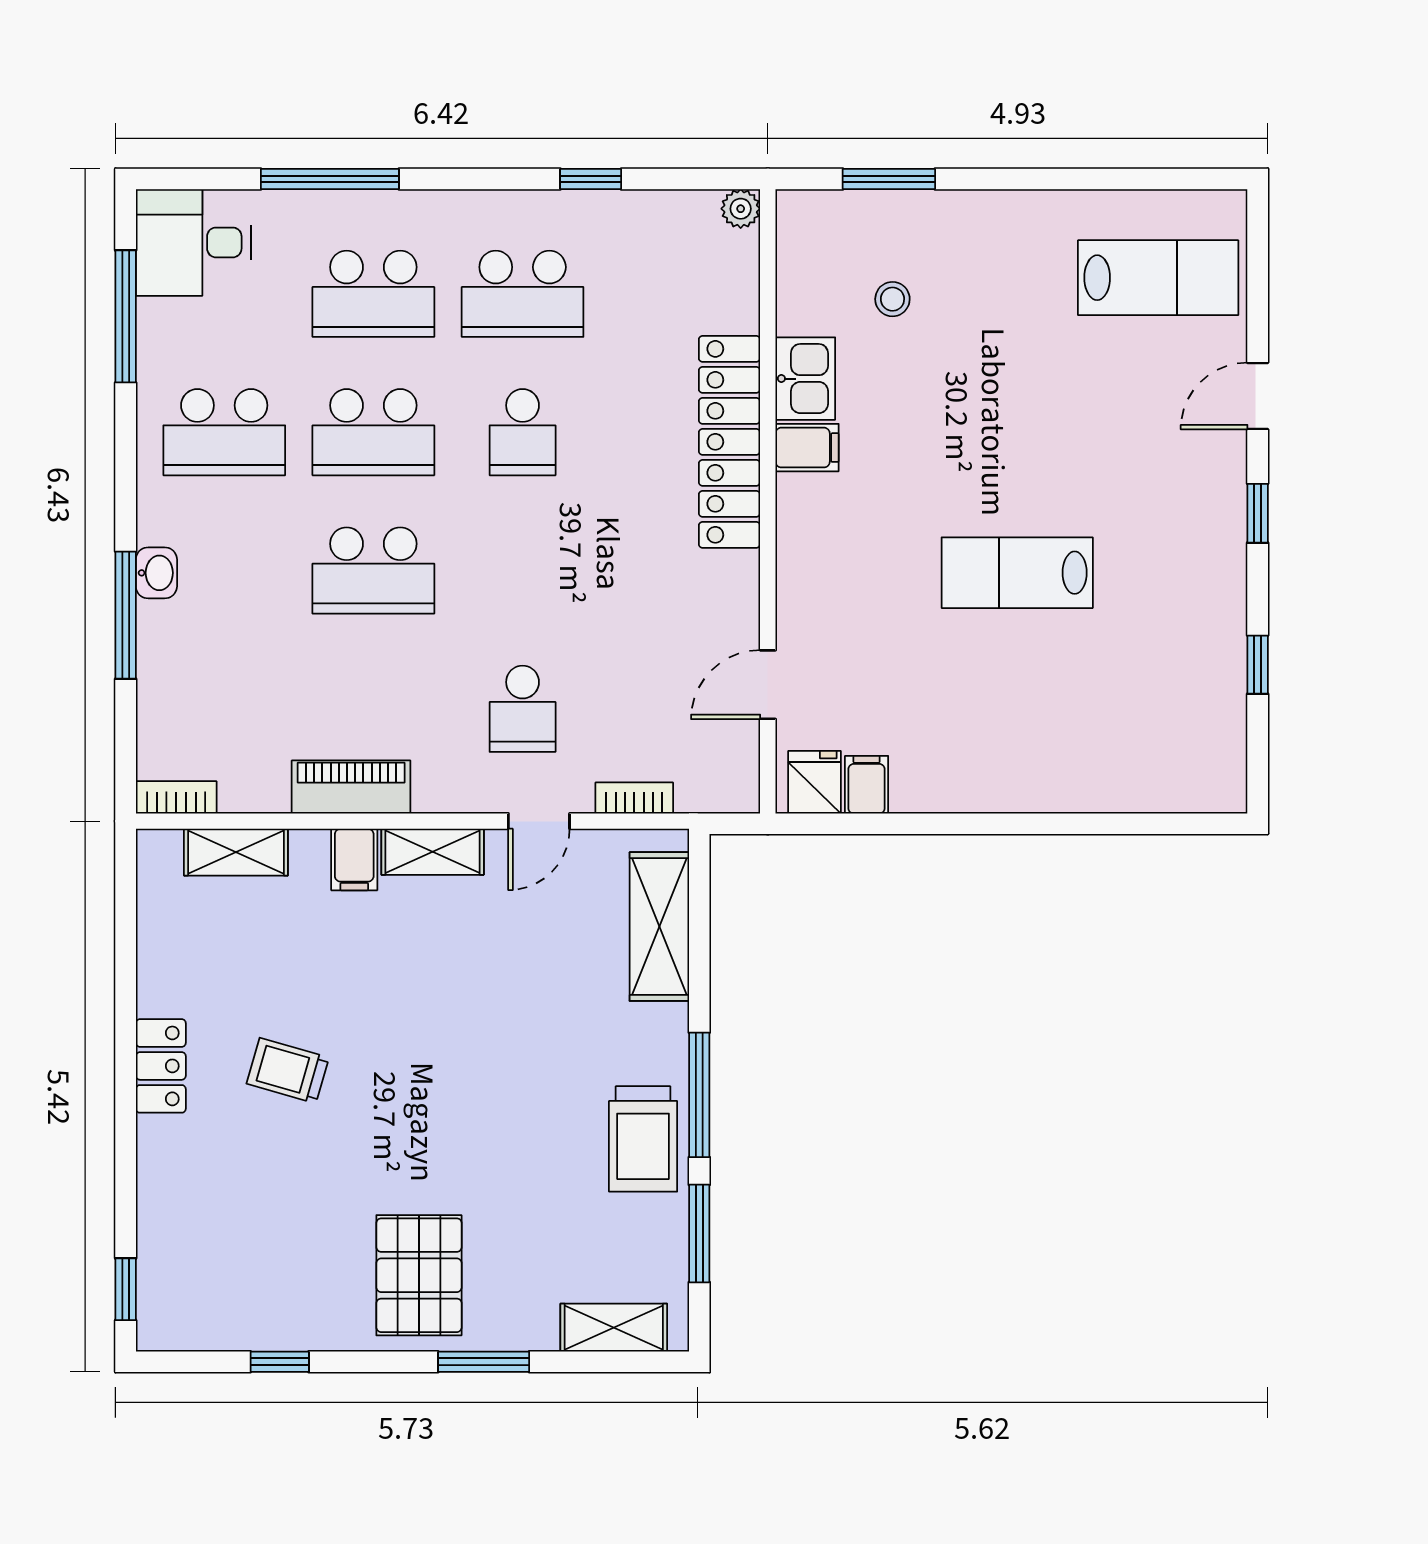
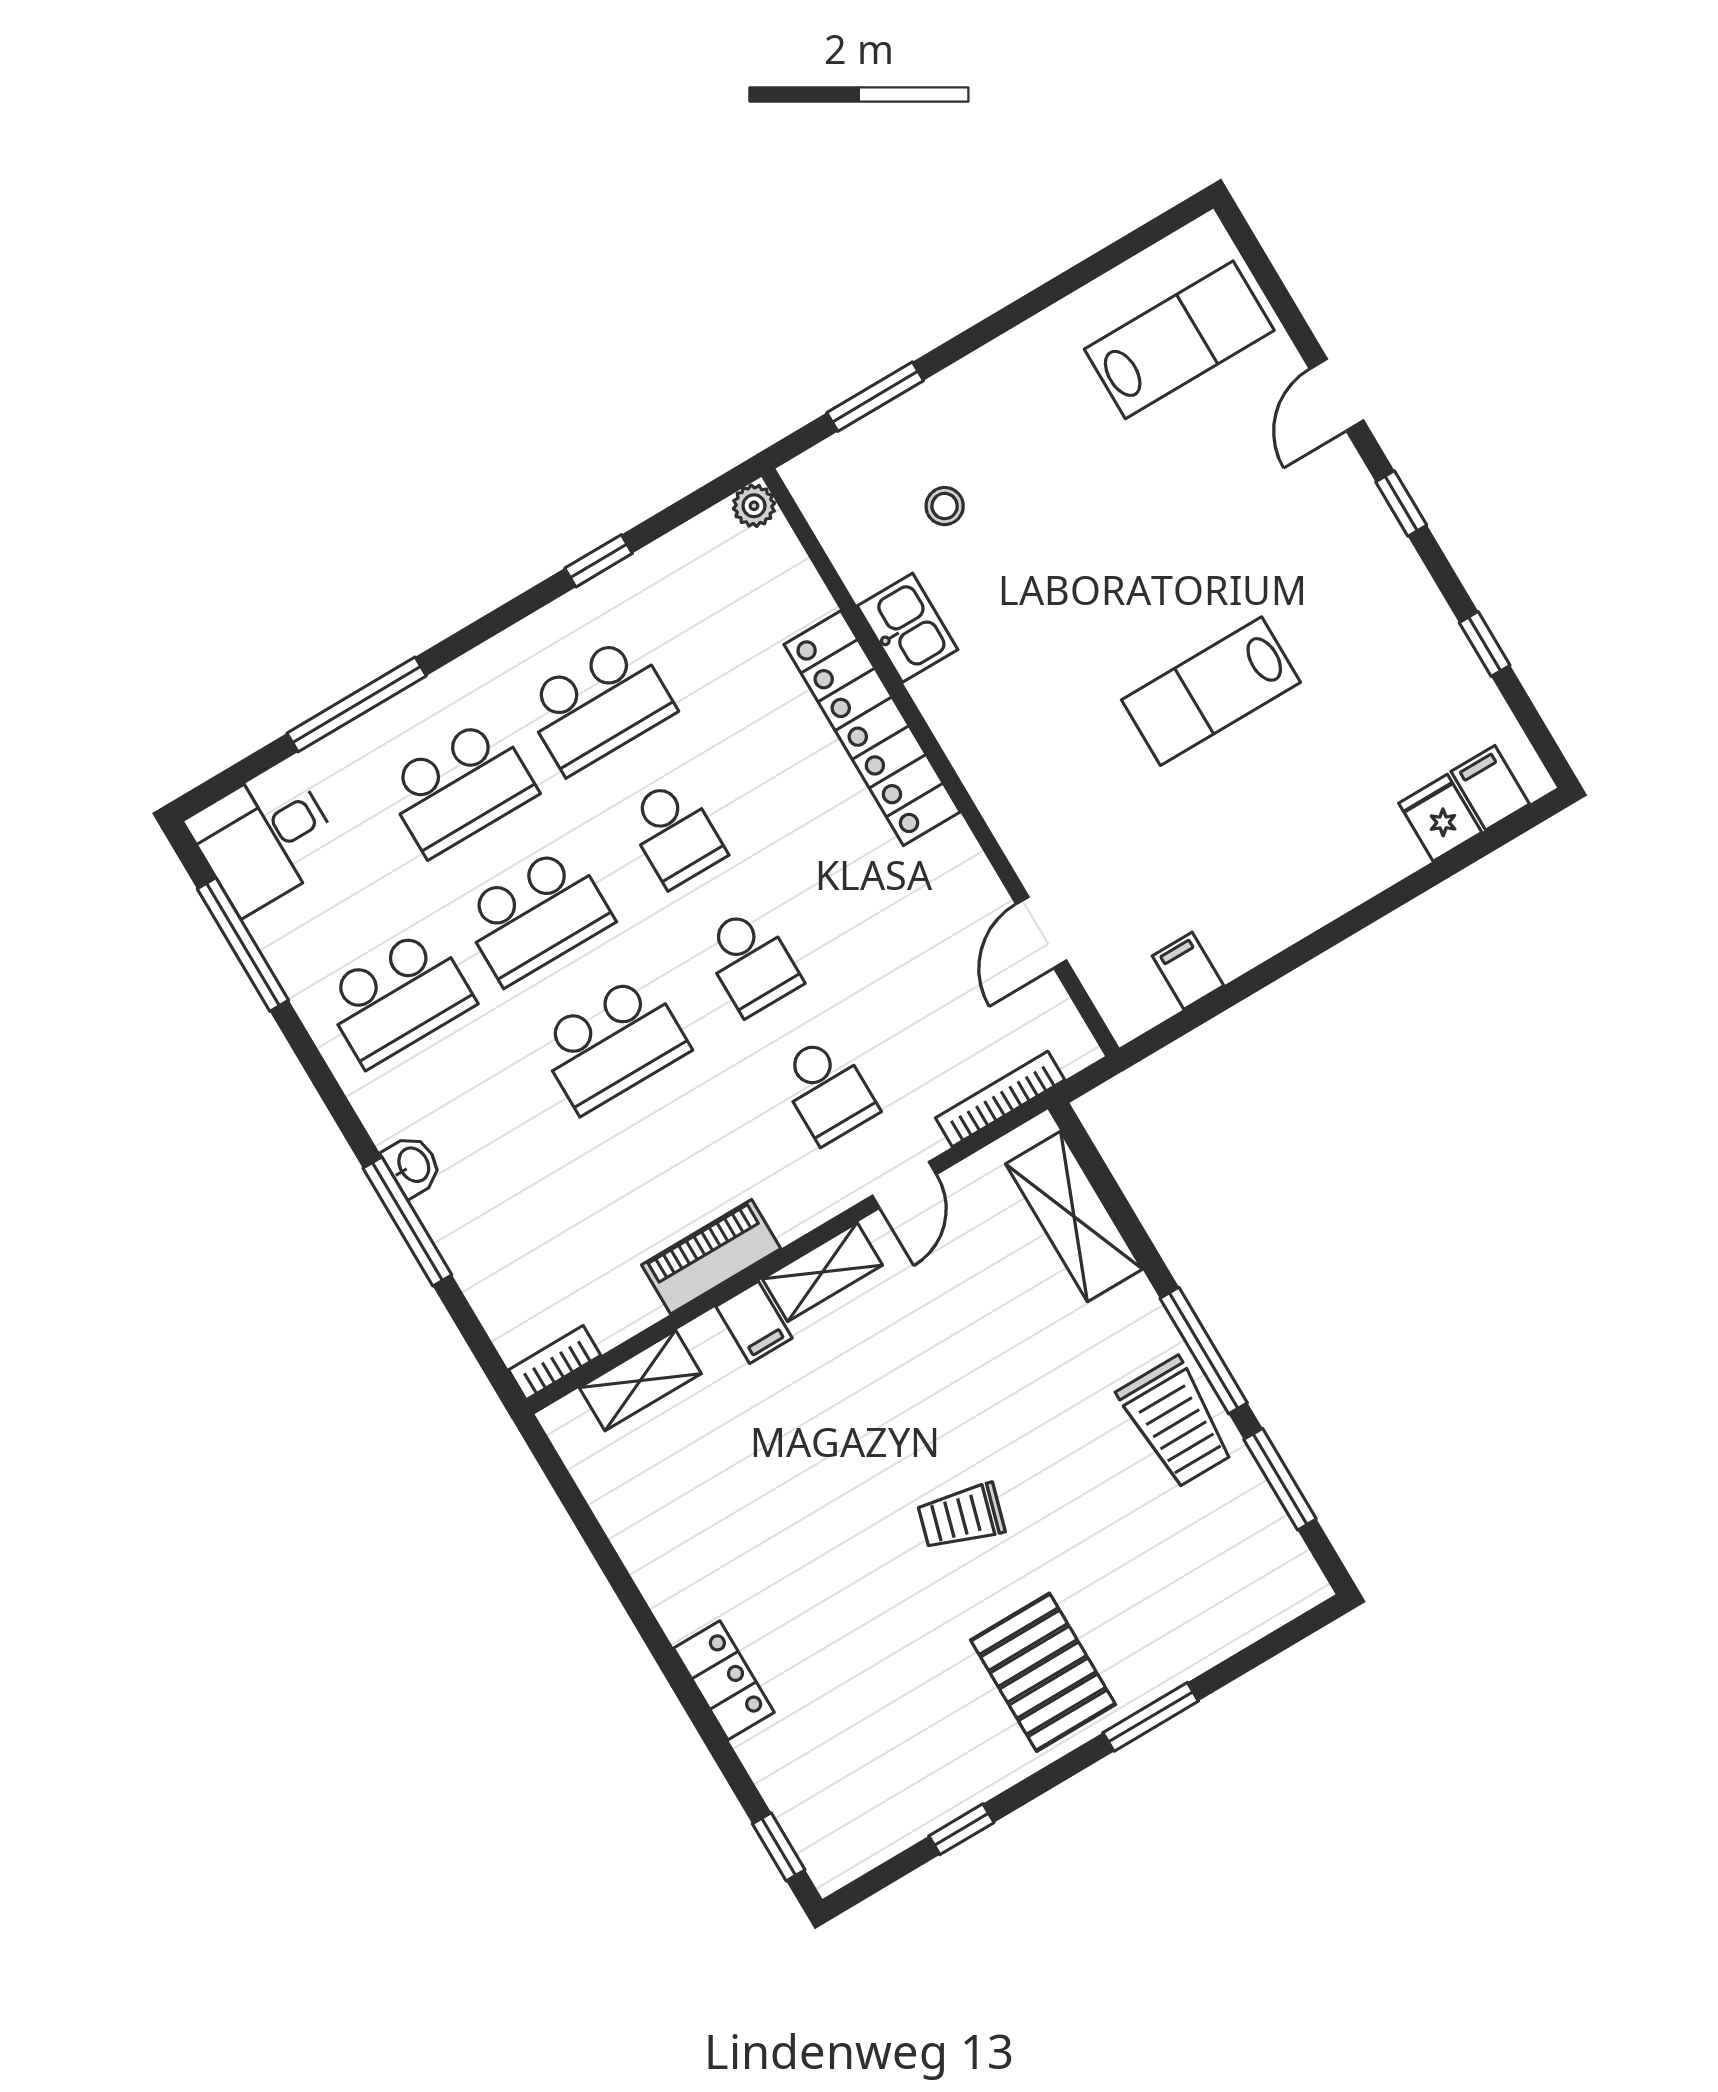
filing cabinet: (807, 448) -> (1490, 788), moved, turned -90
school desk: (523, 570) -> (751, 961), added
fridge: (815, 782) -> (1440, 818), moved
bookcase: (634, 798) -> (1000, 1099), width x1.56
locker: (161, 1066) -> (724, 1680), moved
trolley: (288, 1071) -> (961, 1517), moved
shelving: (614, 1328) -> (1253, 1614), removed

